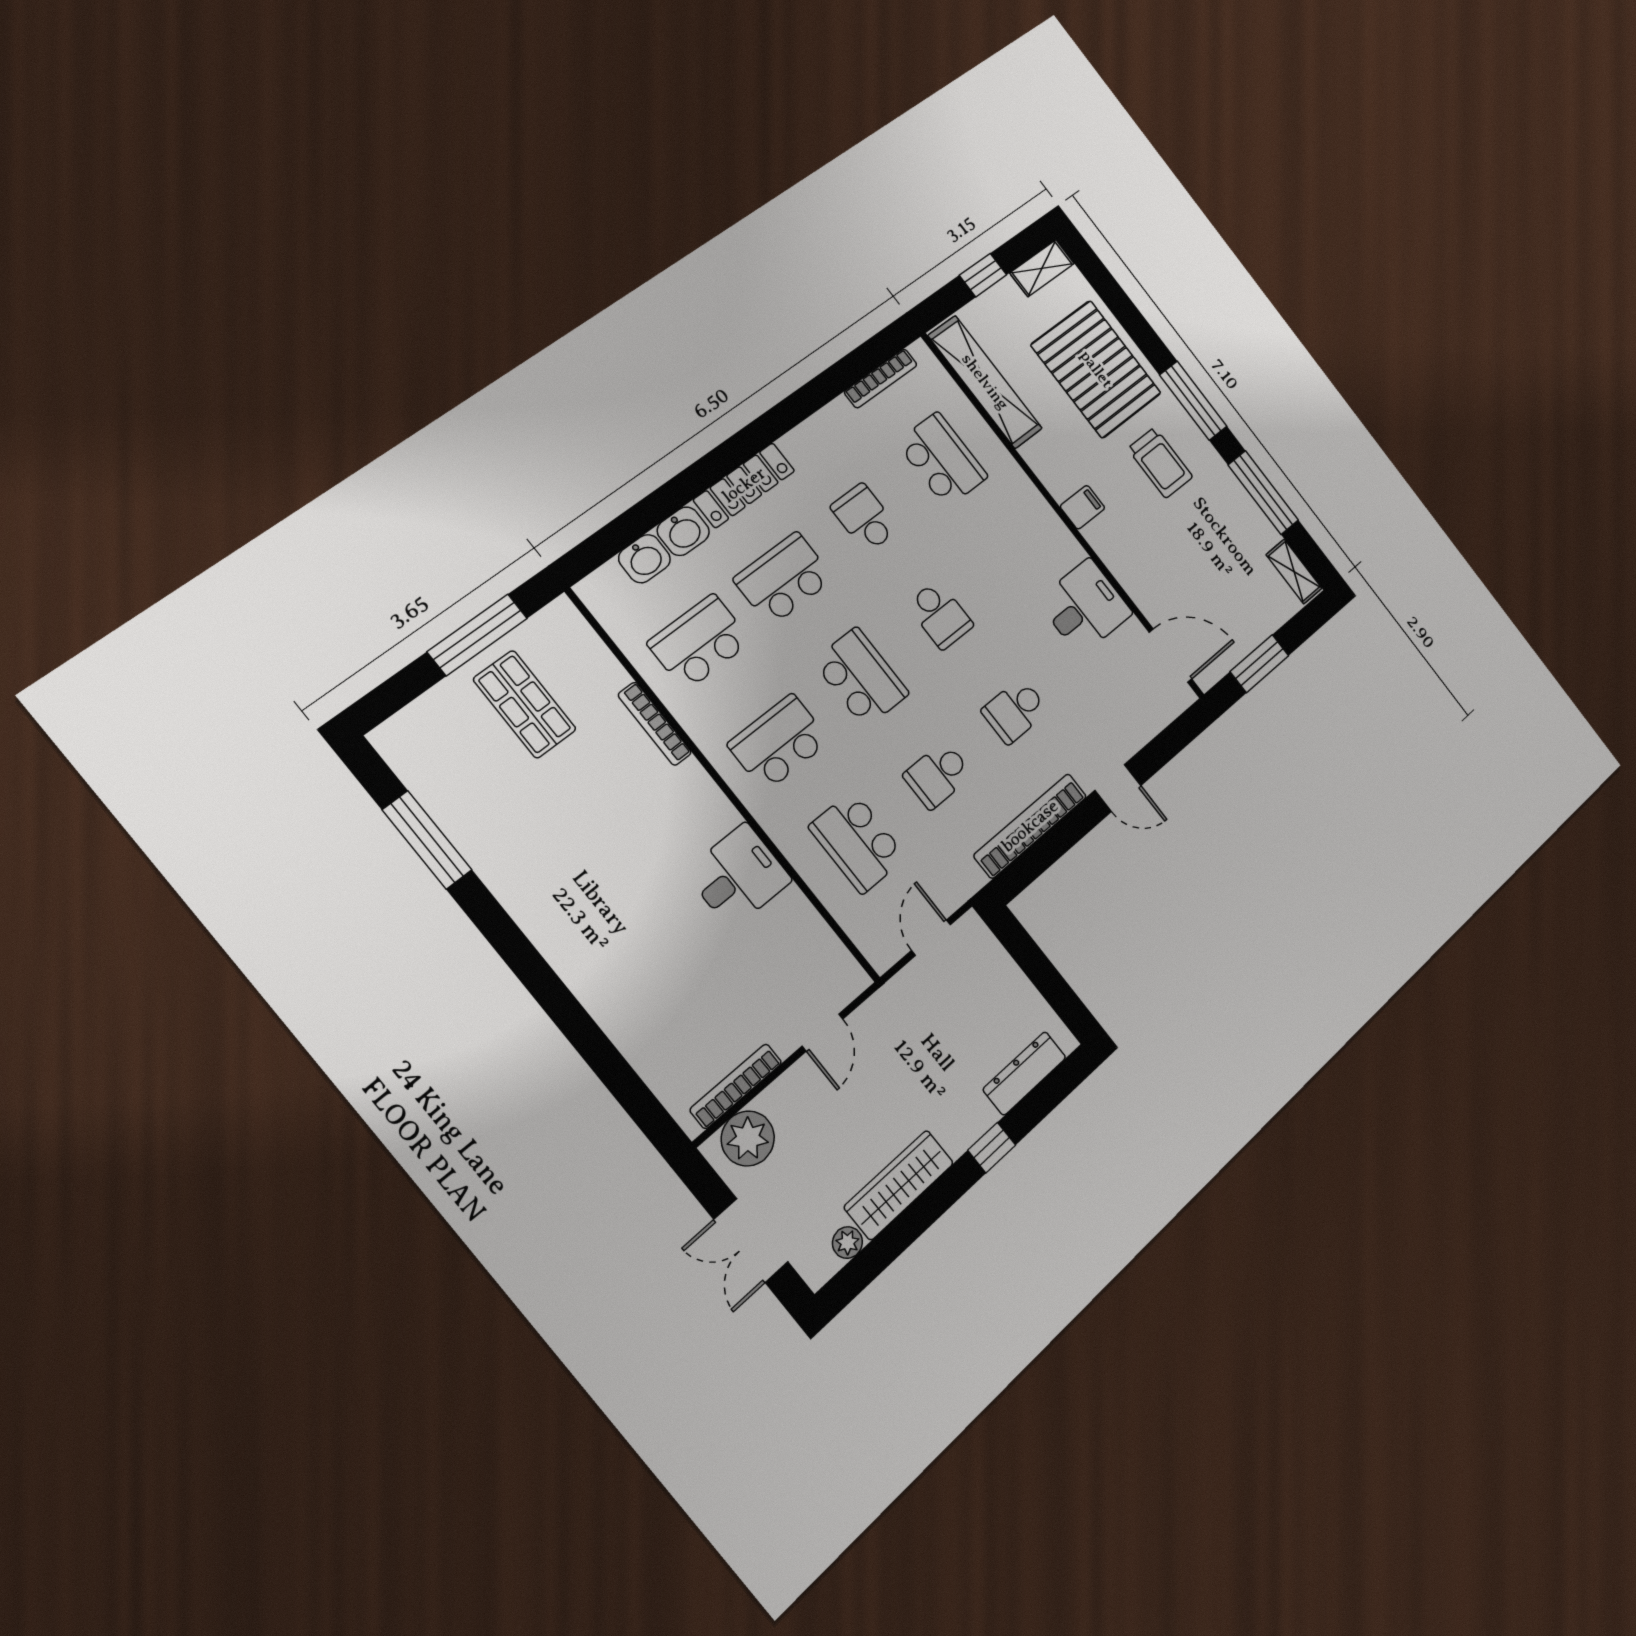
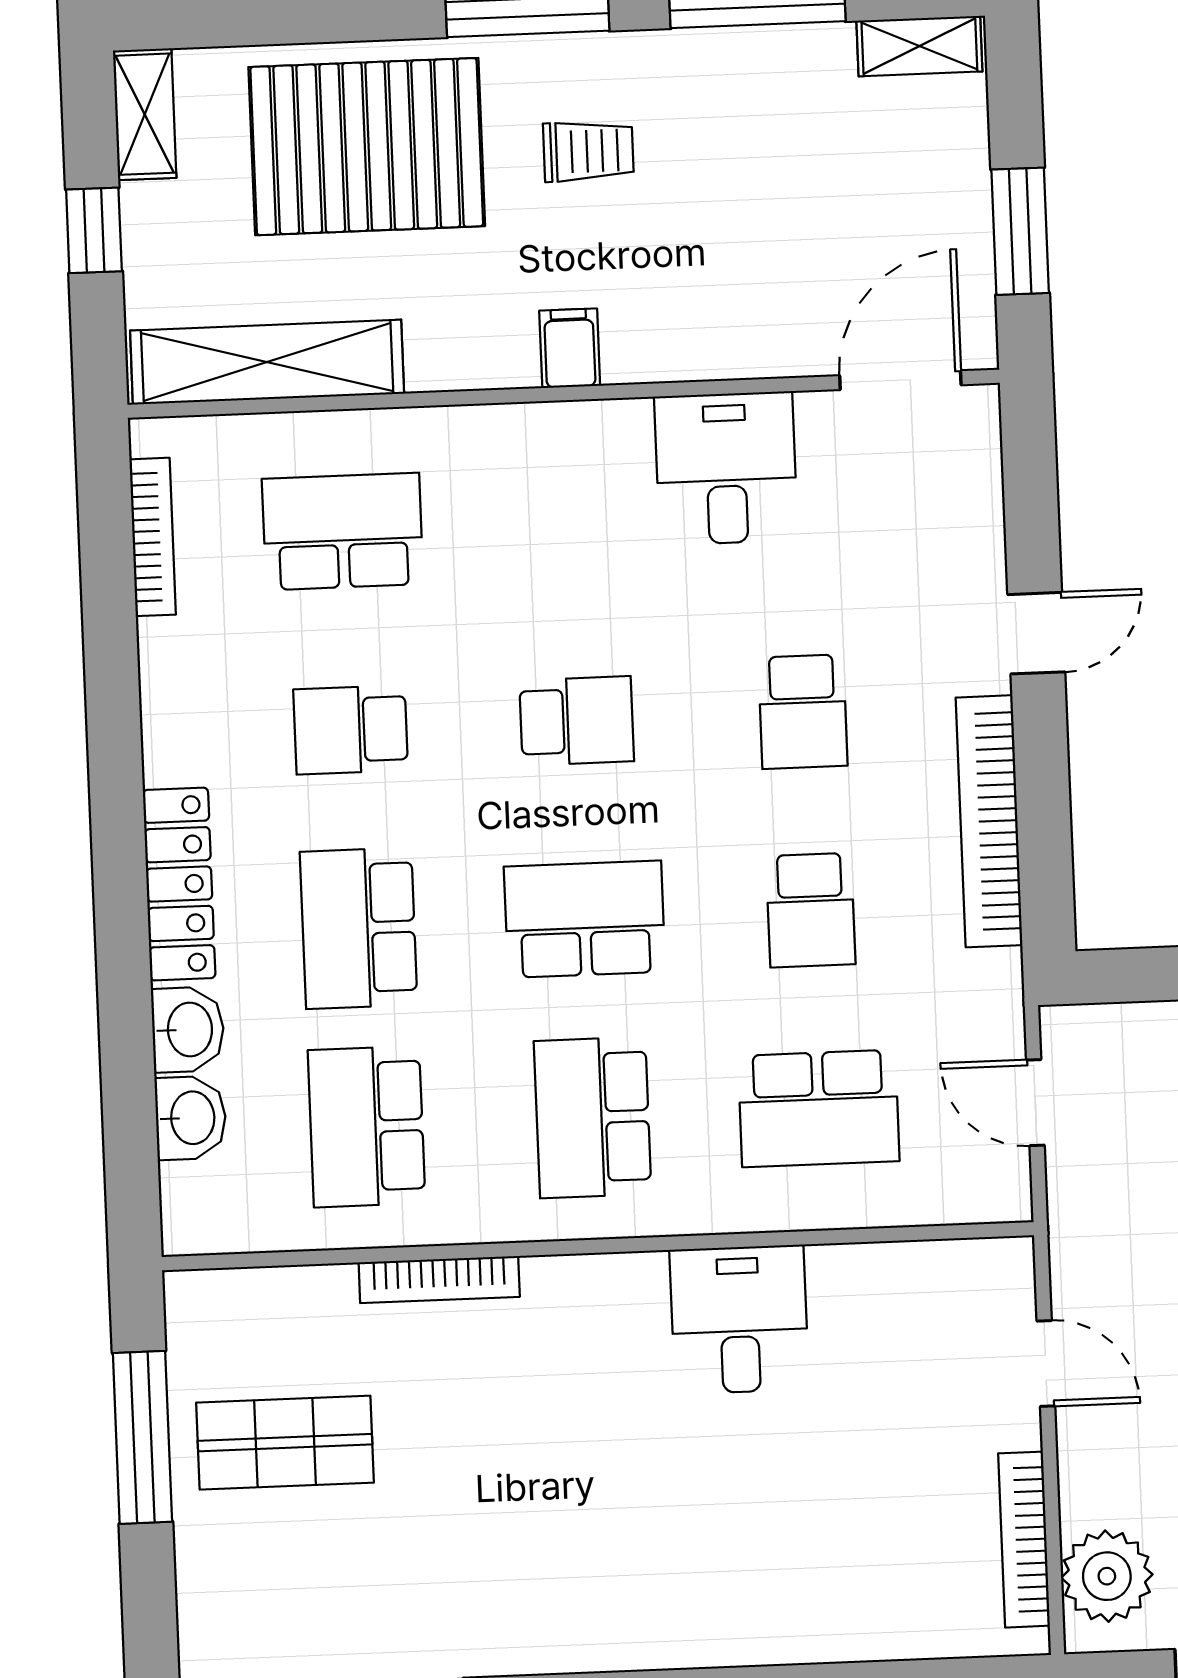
trolley: (1160, 463) -> (588, 151), width x0.73, depth x0.72

